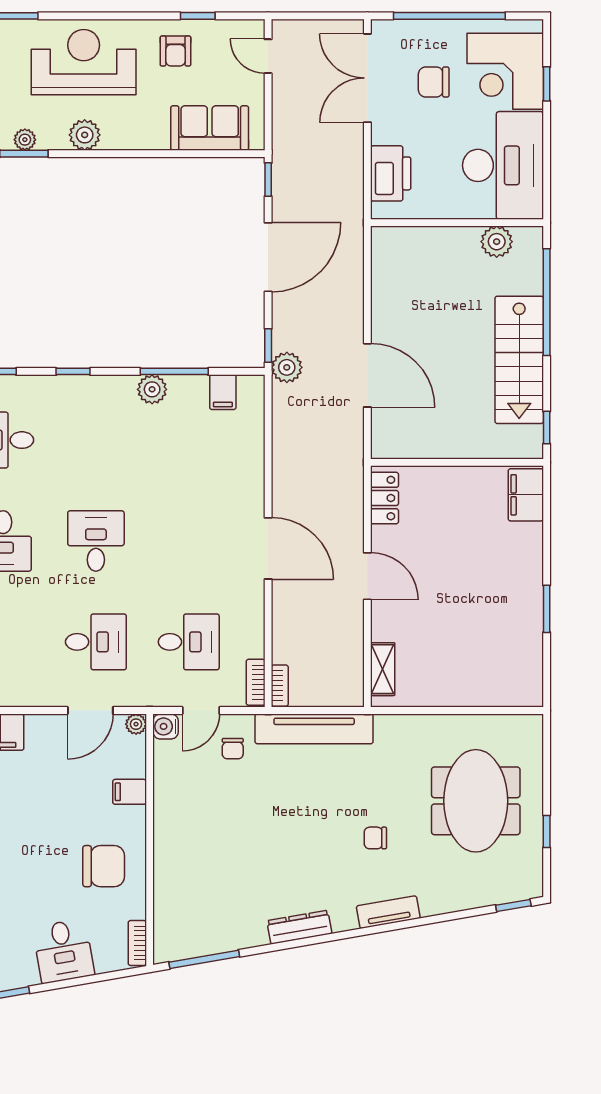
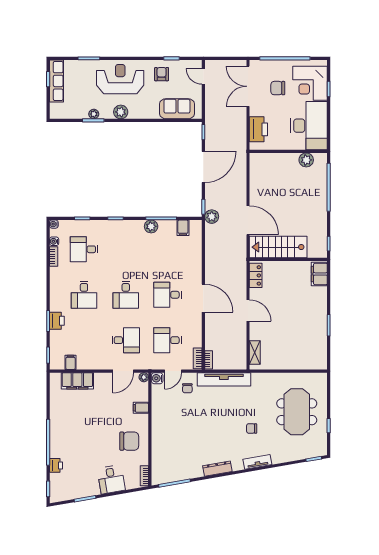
armchair: (175, 51) -> (162, 74), turned 180
stairs: (519, 360) -> (278, 247), moved, turned 90
desk: (96, 541) -> (126, 295), turned 180
desk: (189, 541) -> (168, 295), added
desk: (189, 642) -> (168, 340), turned 180

